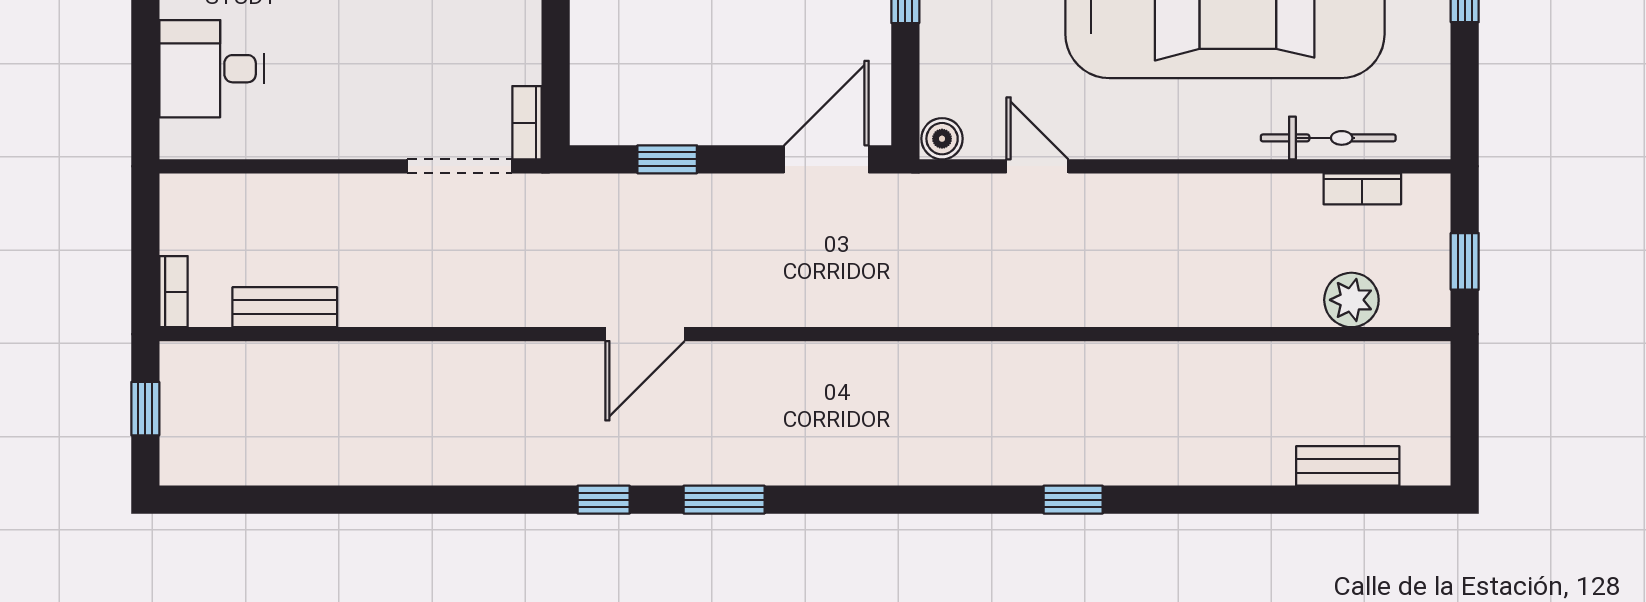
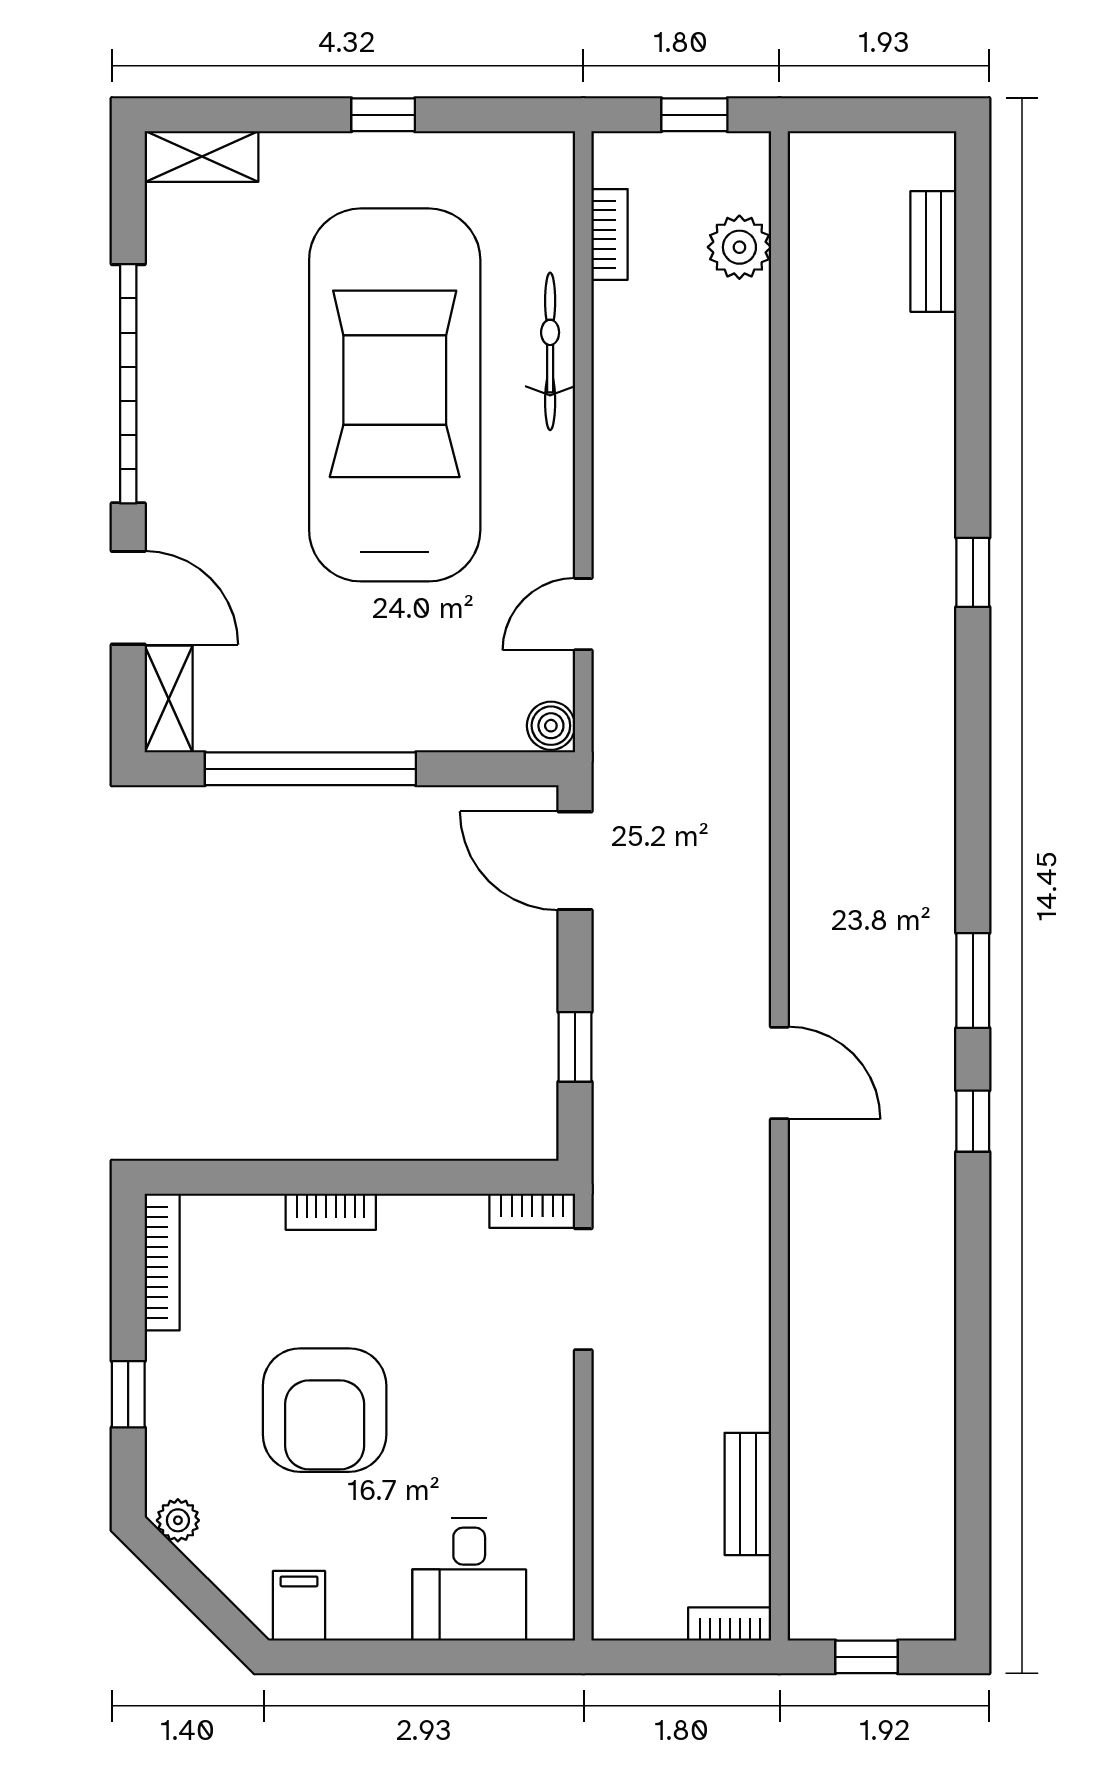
bicycle: (1328, 138) -> (550, 351), moved

